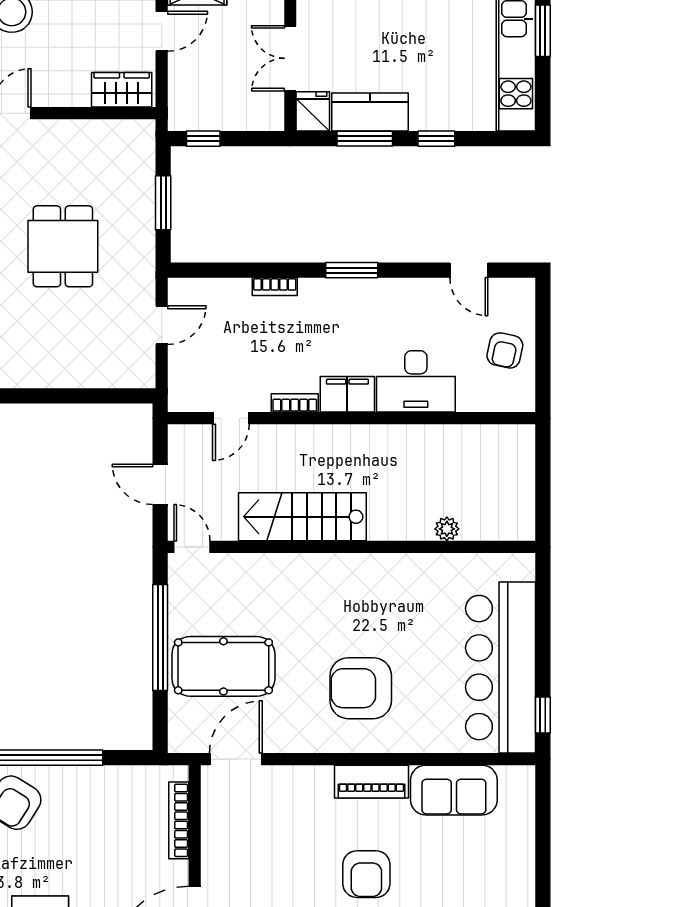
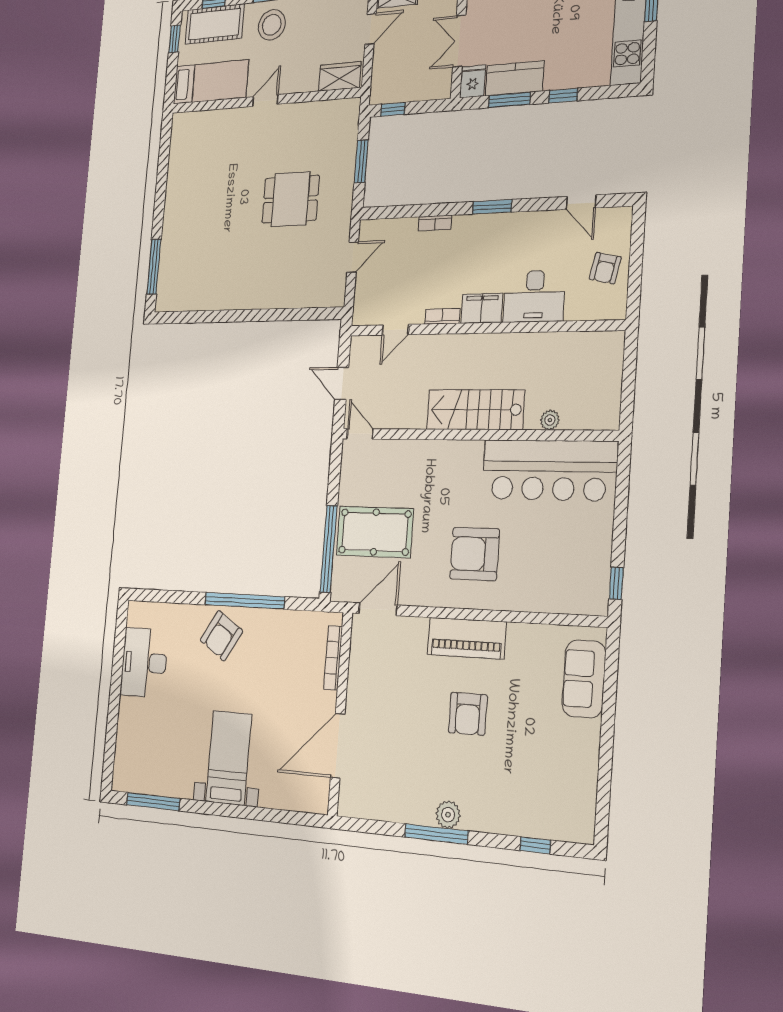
dining table: (63, 246) -> (291, 199), turned 90
stairs: (302, 517) -> (475, 410), moved
window: (160, 638) -> (329, 549), moved
bar counter: (501, 668) -> (549, 470), moved, turned -90
piano: (371, 782) -> (467, 638), width x1.37, depth x1.33
sofa: (454, 790) -> (584, 679), moved, turned 90

